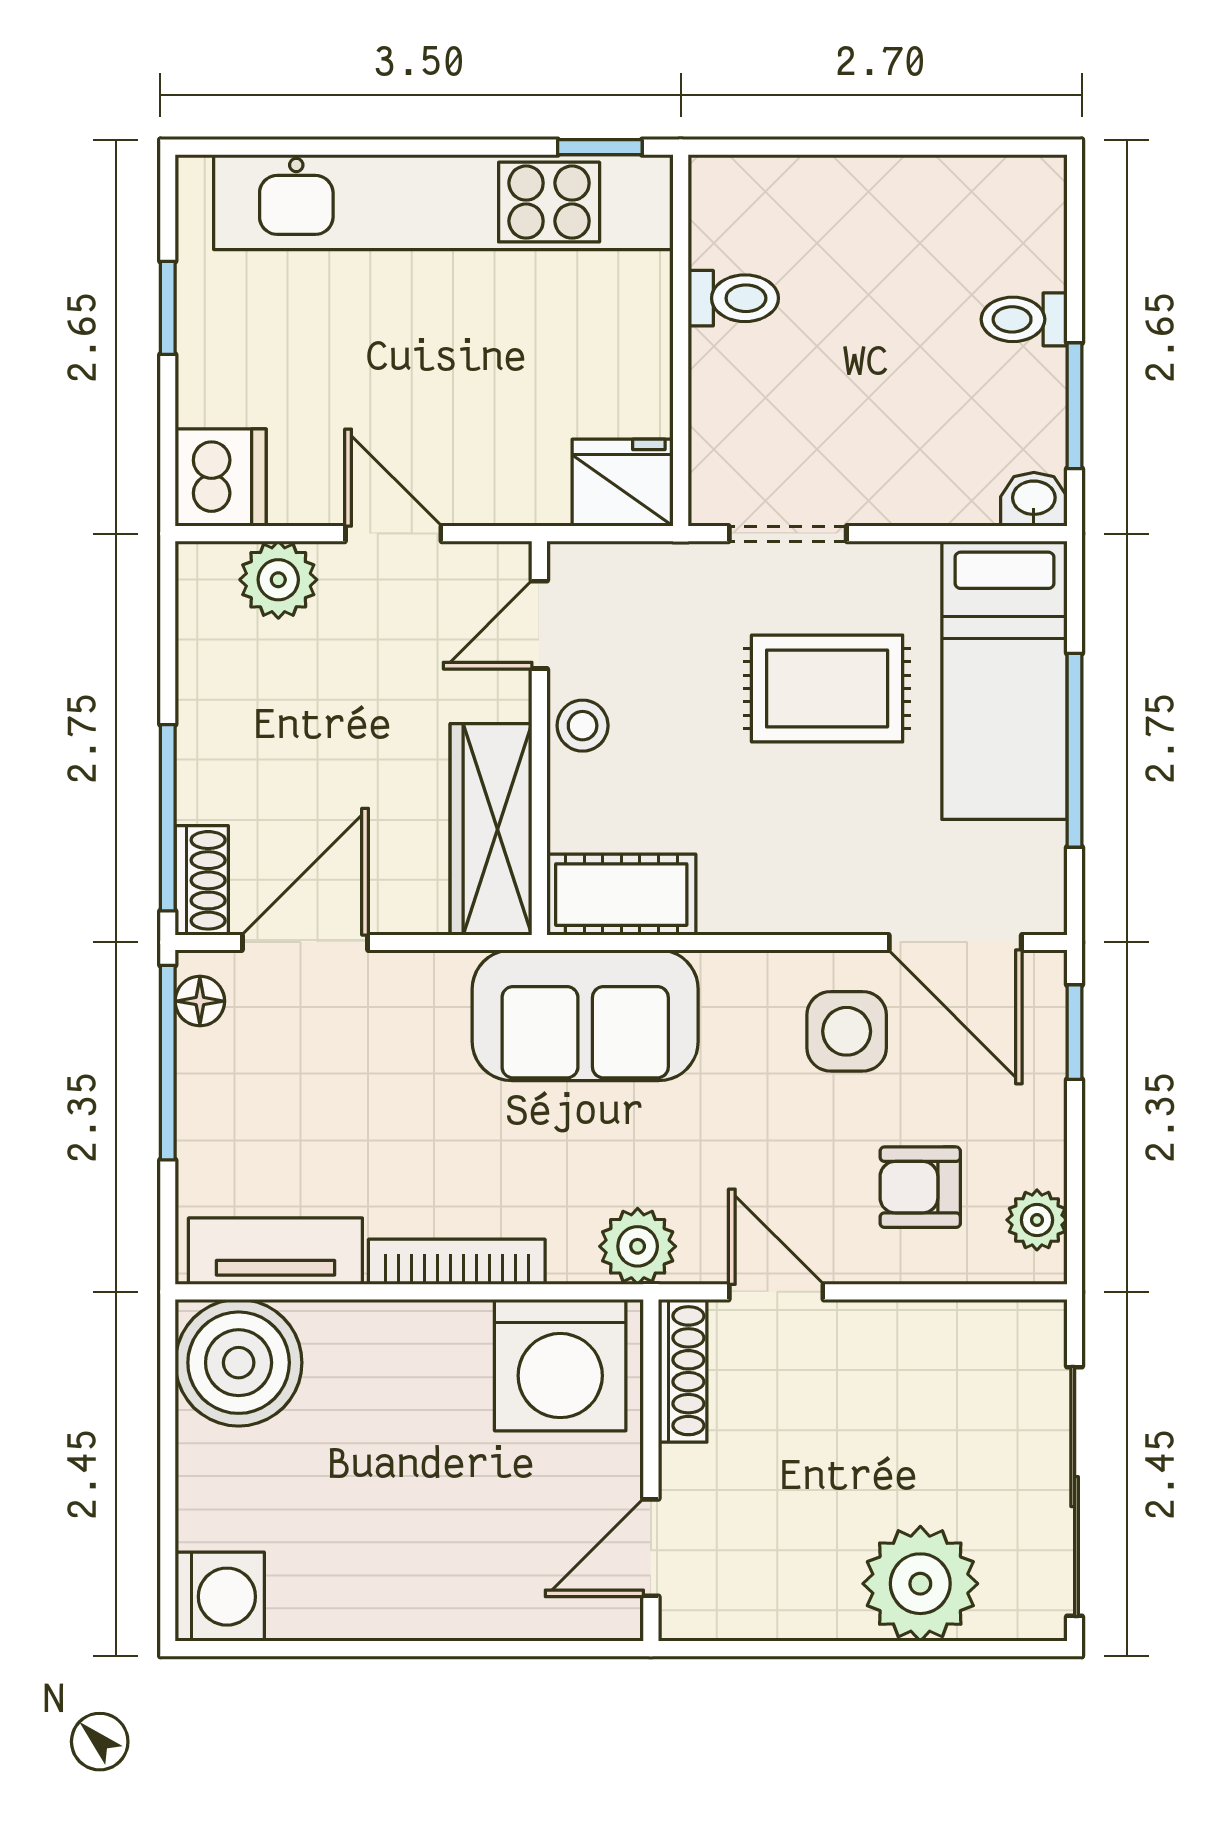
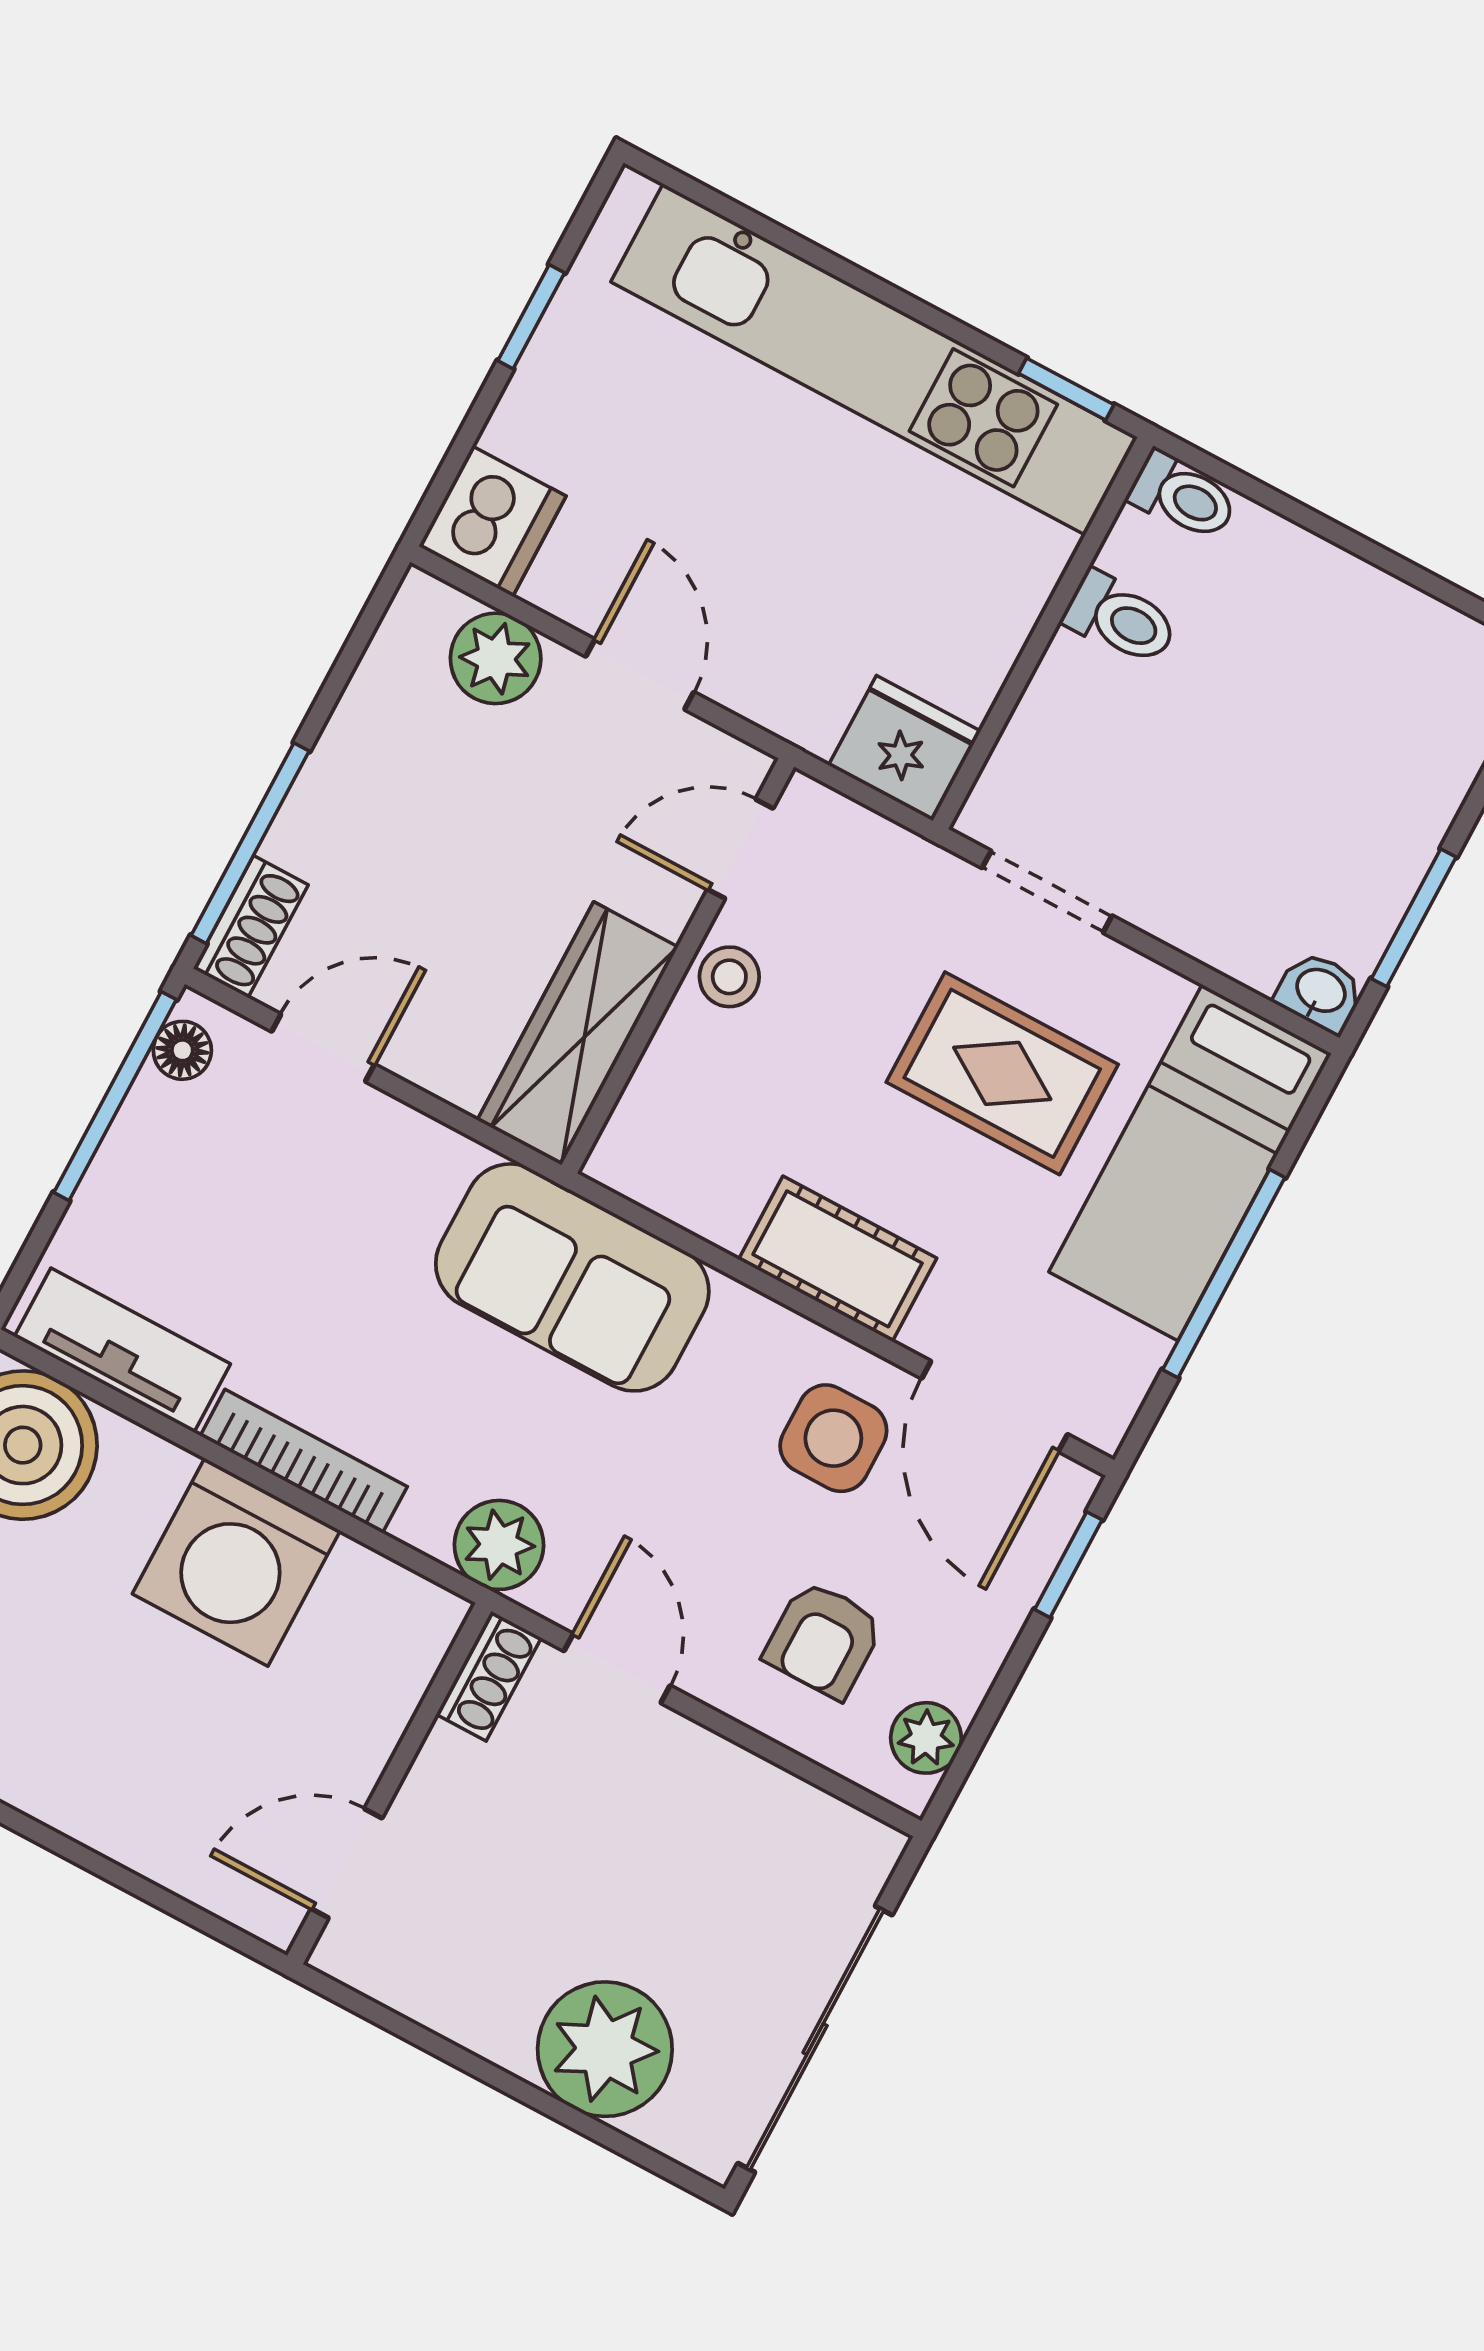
toilet: (1024, 319) -> (1183, 496), moved, turned 180
cot: (621, 895) -> (838, 1259), moved
door: (305, 942) -> (323, 1048), width x0.73
armchair: (920, 1187) -> (824, 1640), turned -90
washing machine: (560, 1365) -> (236, 1562), moved
shoe rack: (683, 1371) -> (489, 1676), width x0.70

